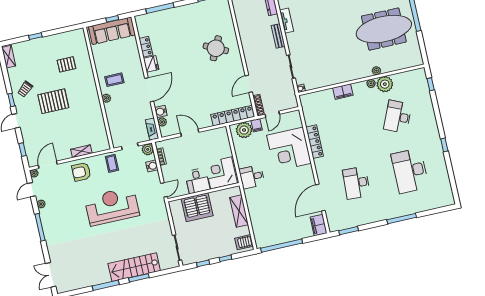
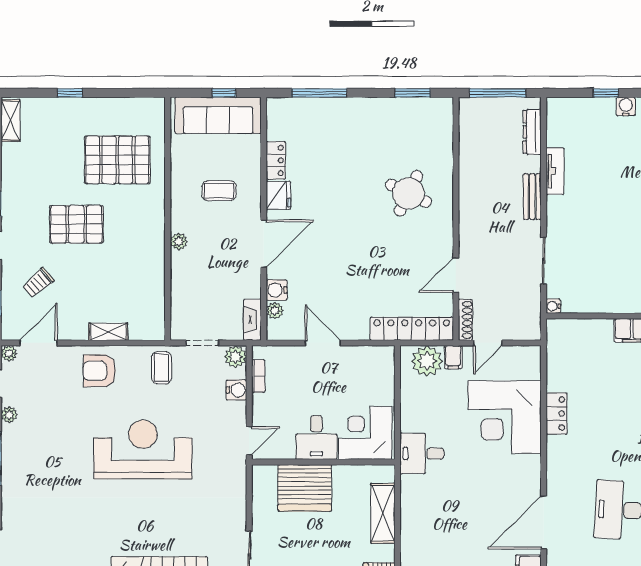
pallet: (66, 64) -> (117, 160), width x2.05, depth x2.00
coffee table: (114, 80) -> (219, 191), moved
trolley: (25, 89) -> (38, 283), moved
locker: (315, 142) -> (557, 414), width x0.66

